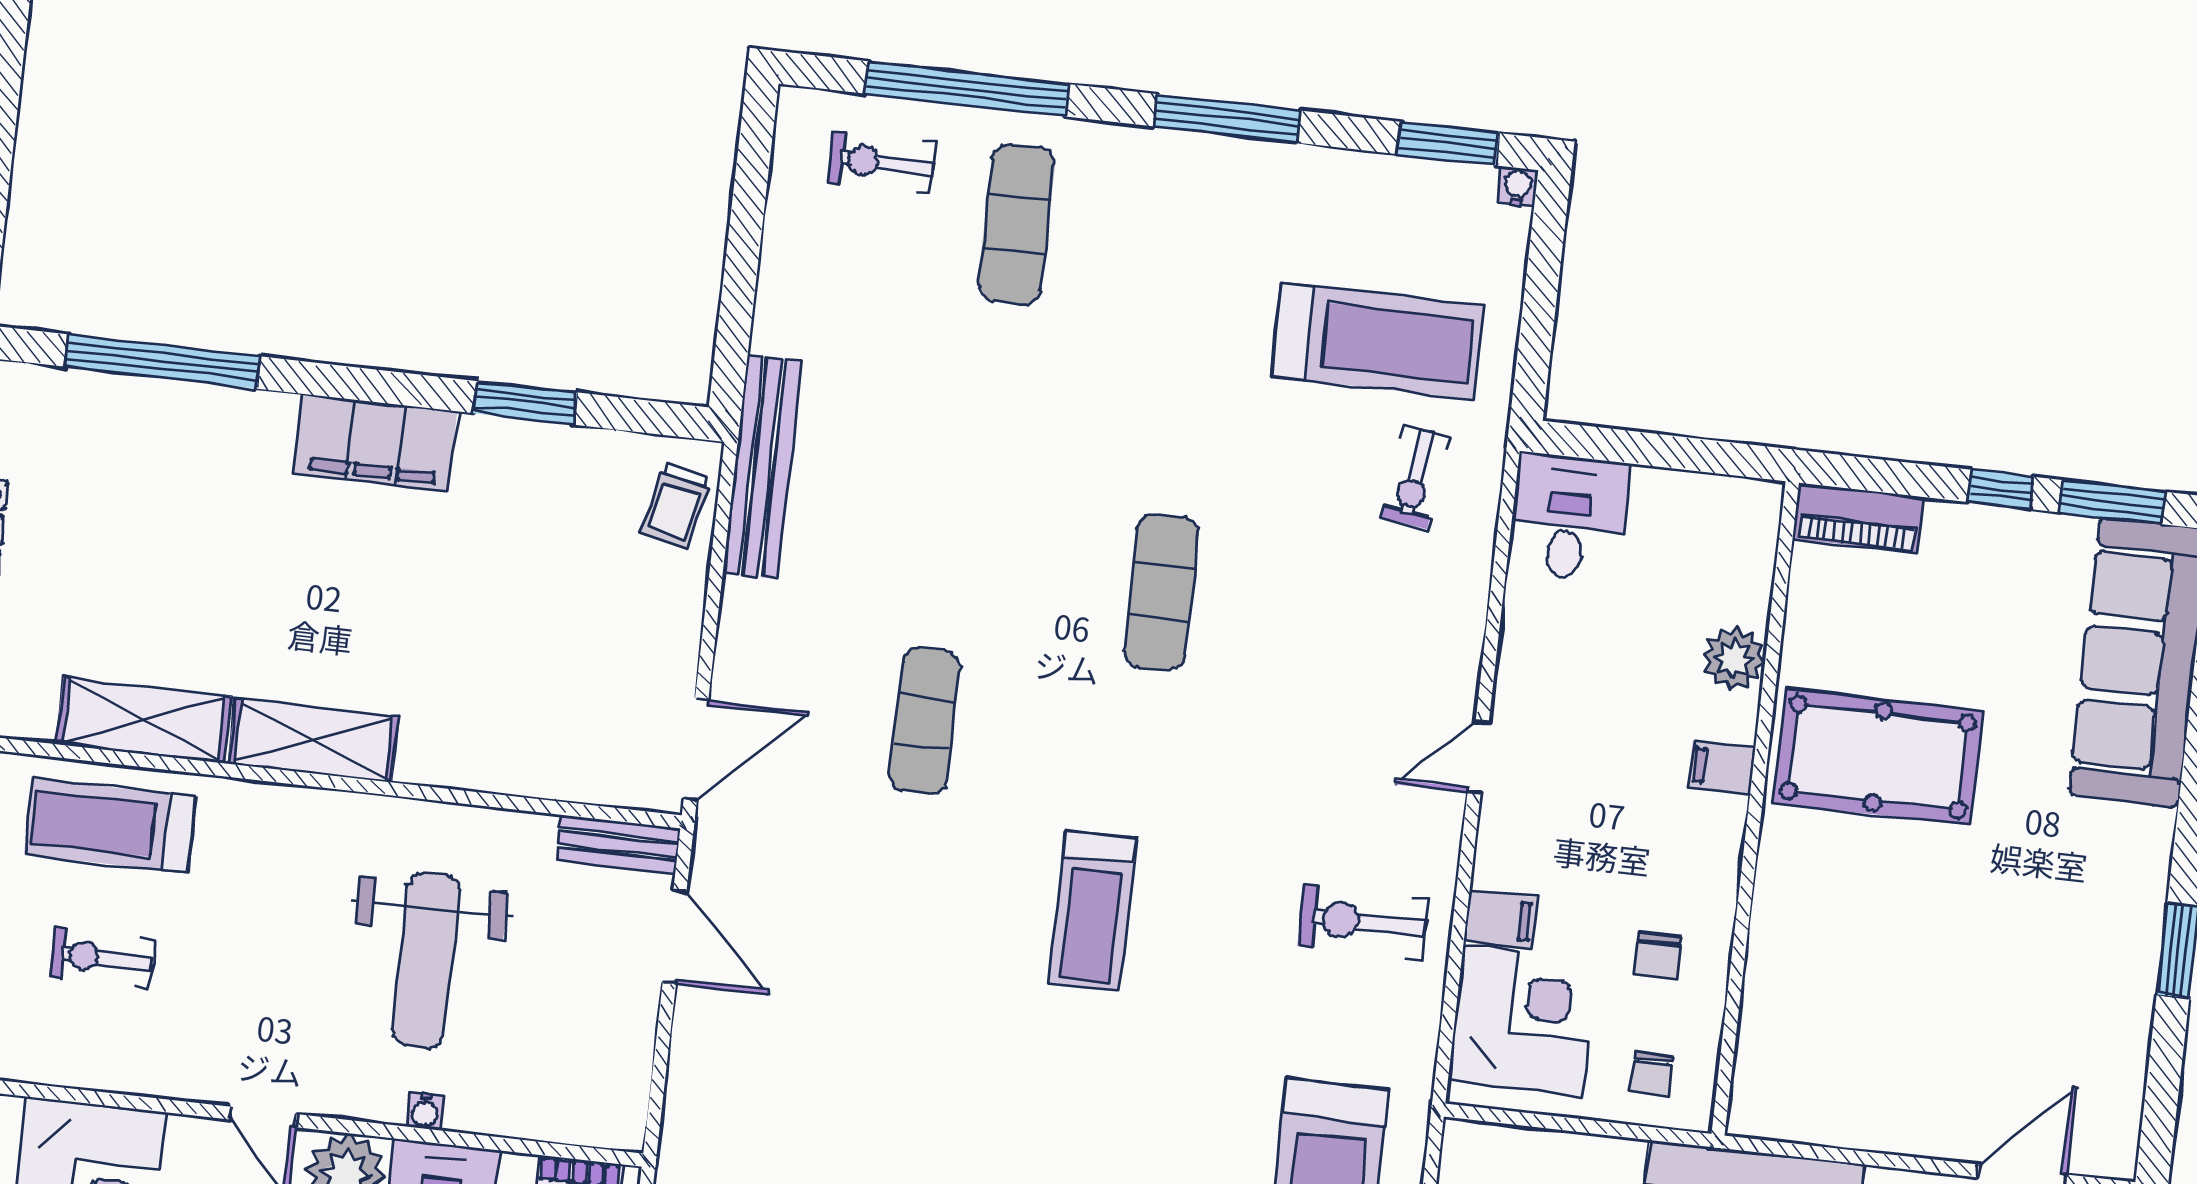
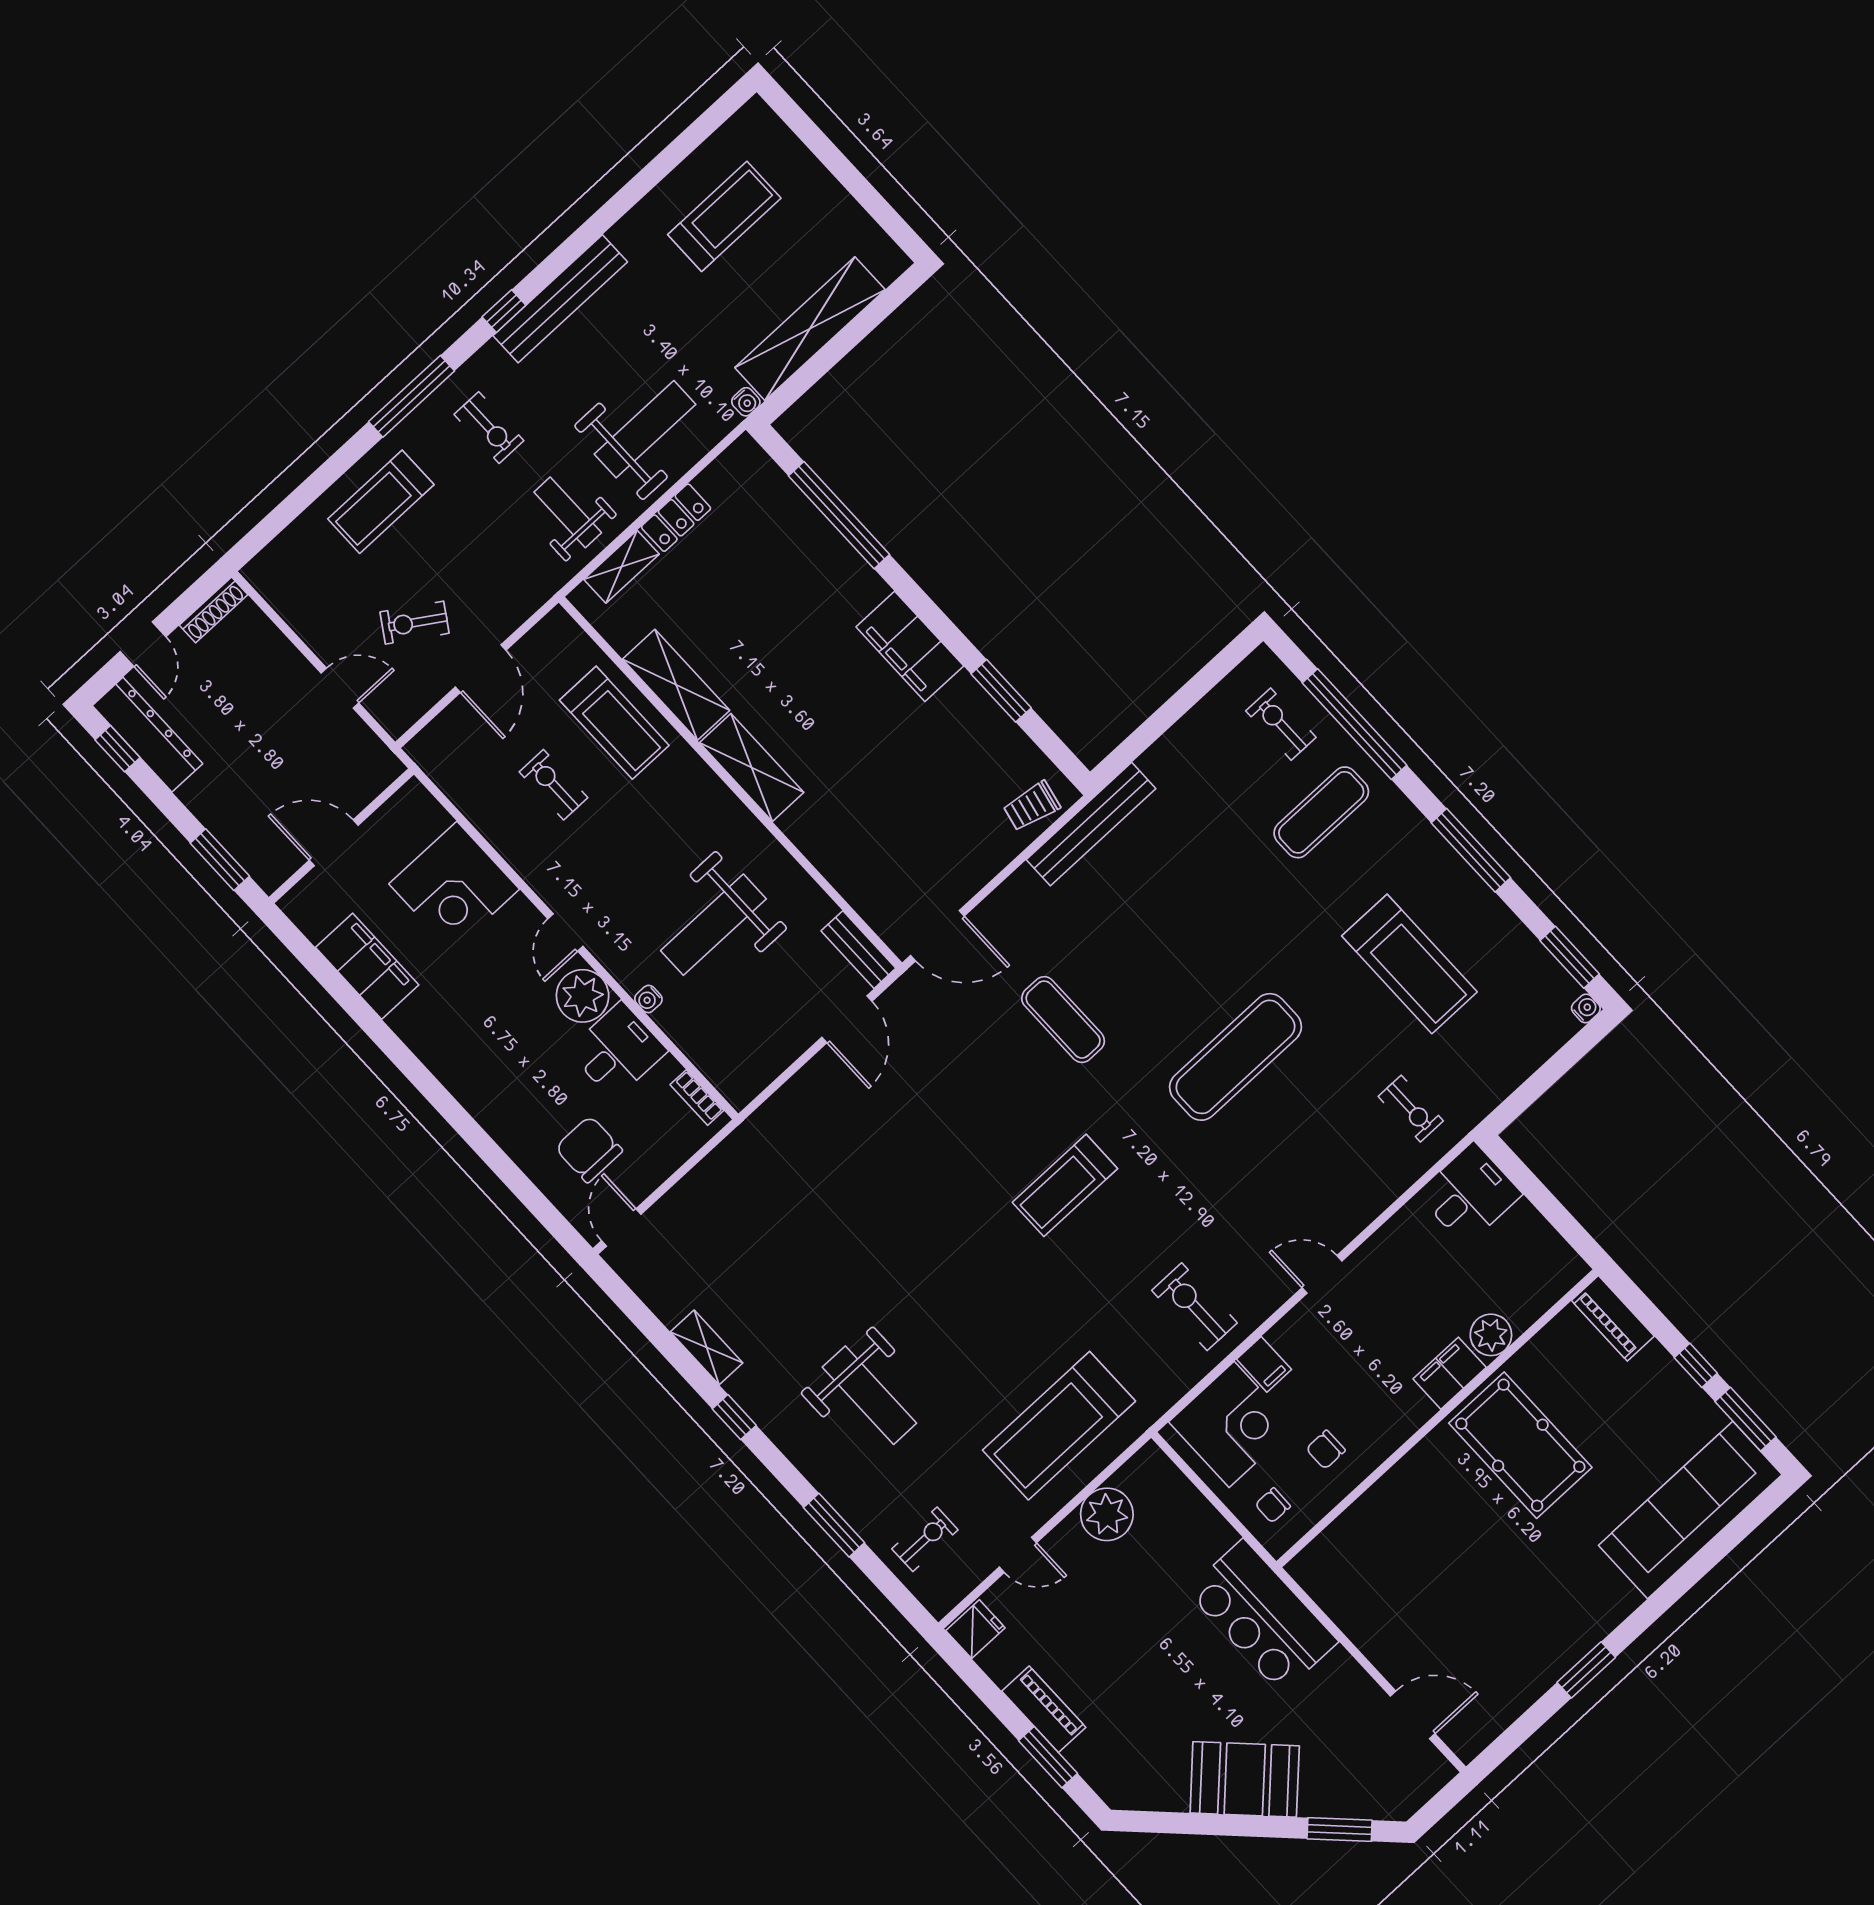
treadmill: (1378, 341) -> (1409, 964), moved
exercise bike: (1416, 477) -> (1411, 1109), turned -98
exercise mat: (1161, 592) -> (1236, 1057), width x1.36, depth x1.45
exercise mat: (925, 721) -> (1063, 1020), turned 90
filing cabinet: (1722, 768) -> (1450, 1373), width x2.00
treadmill: (110, 826) -> (614, 723), turned 180

